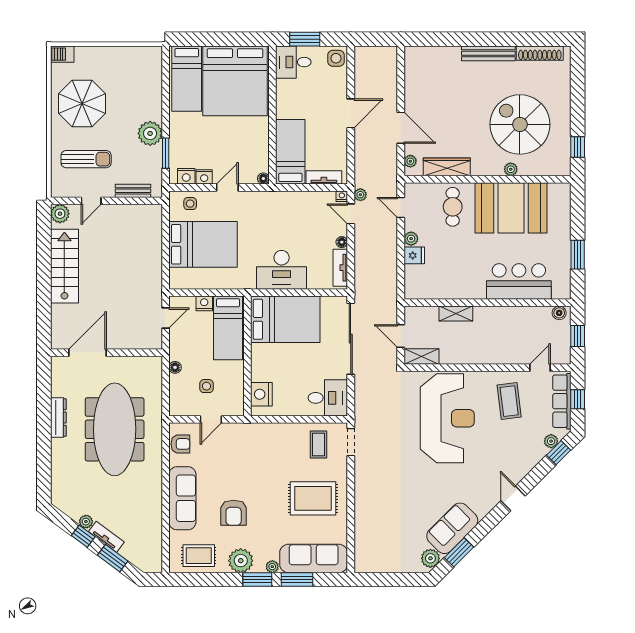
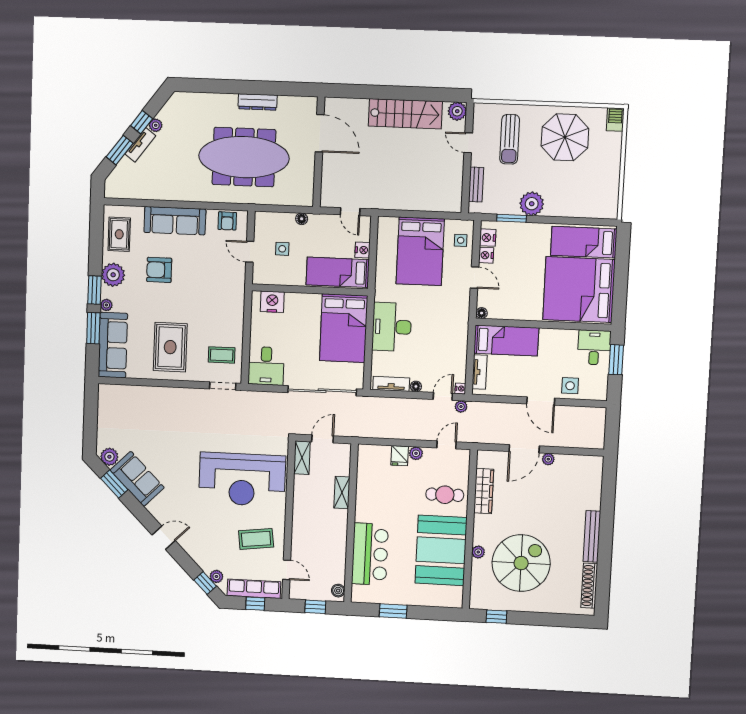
side table: (336, 58) -> (570, 386), moved
plant: (410, 161) -> (548, 459), moved

